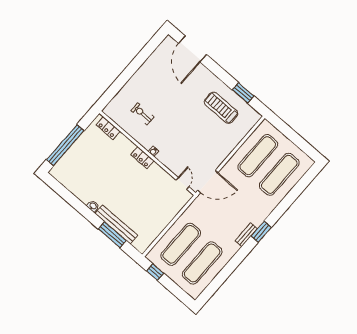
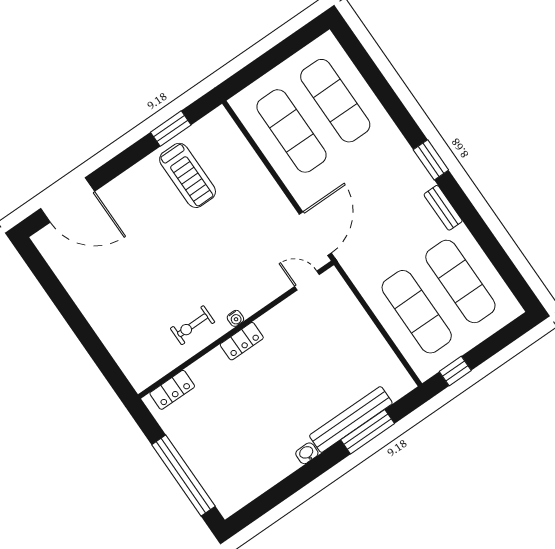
treadmill: (221, 108) -> (188, 175), turned -90
exercise bike: (143, 114) -> (193, 325), moved
bench: (246, 235) -> (443, 208), moved

